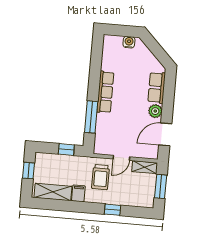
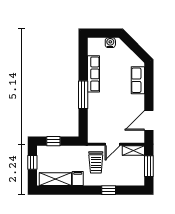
row of seats: (105, 92) -> (93, 74), moved
plant: (155, 111) -> (138, 101), removed
window: (91, 117) -> (83, 95), moved
window: (66, 149) -> (53, 141), moved

